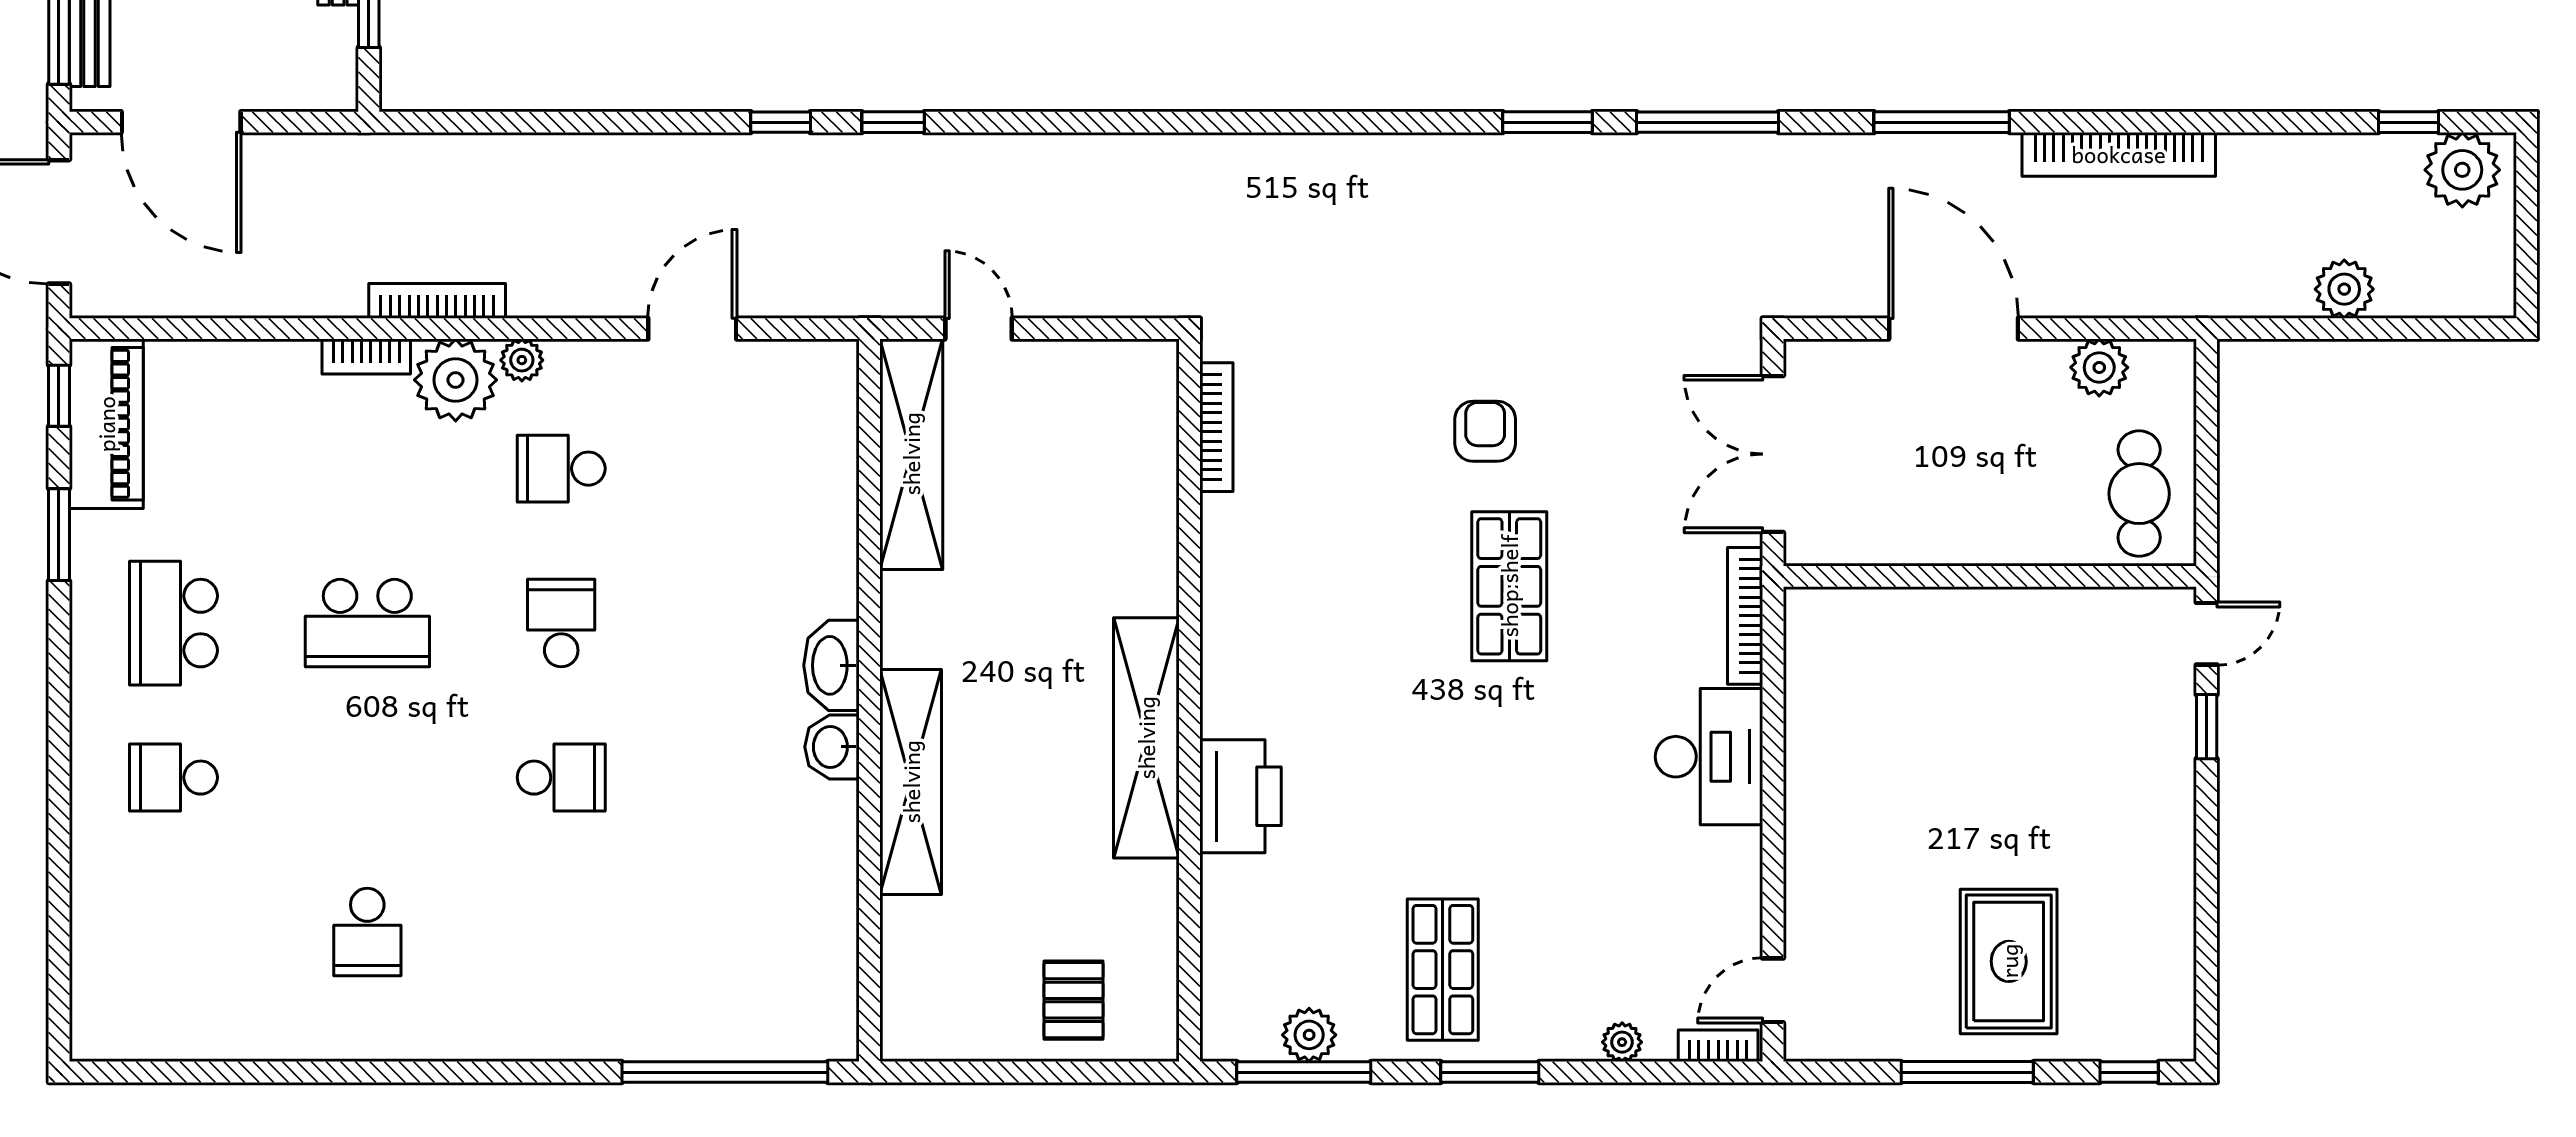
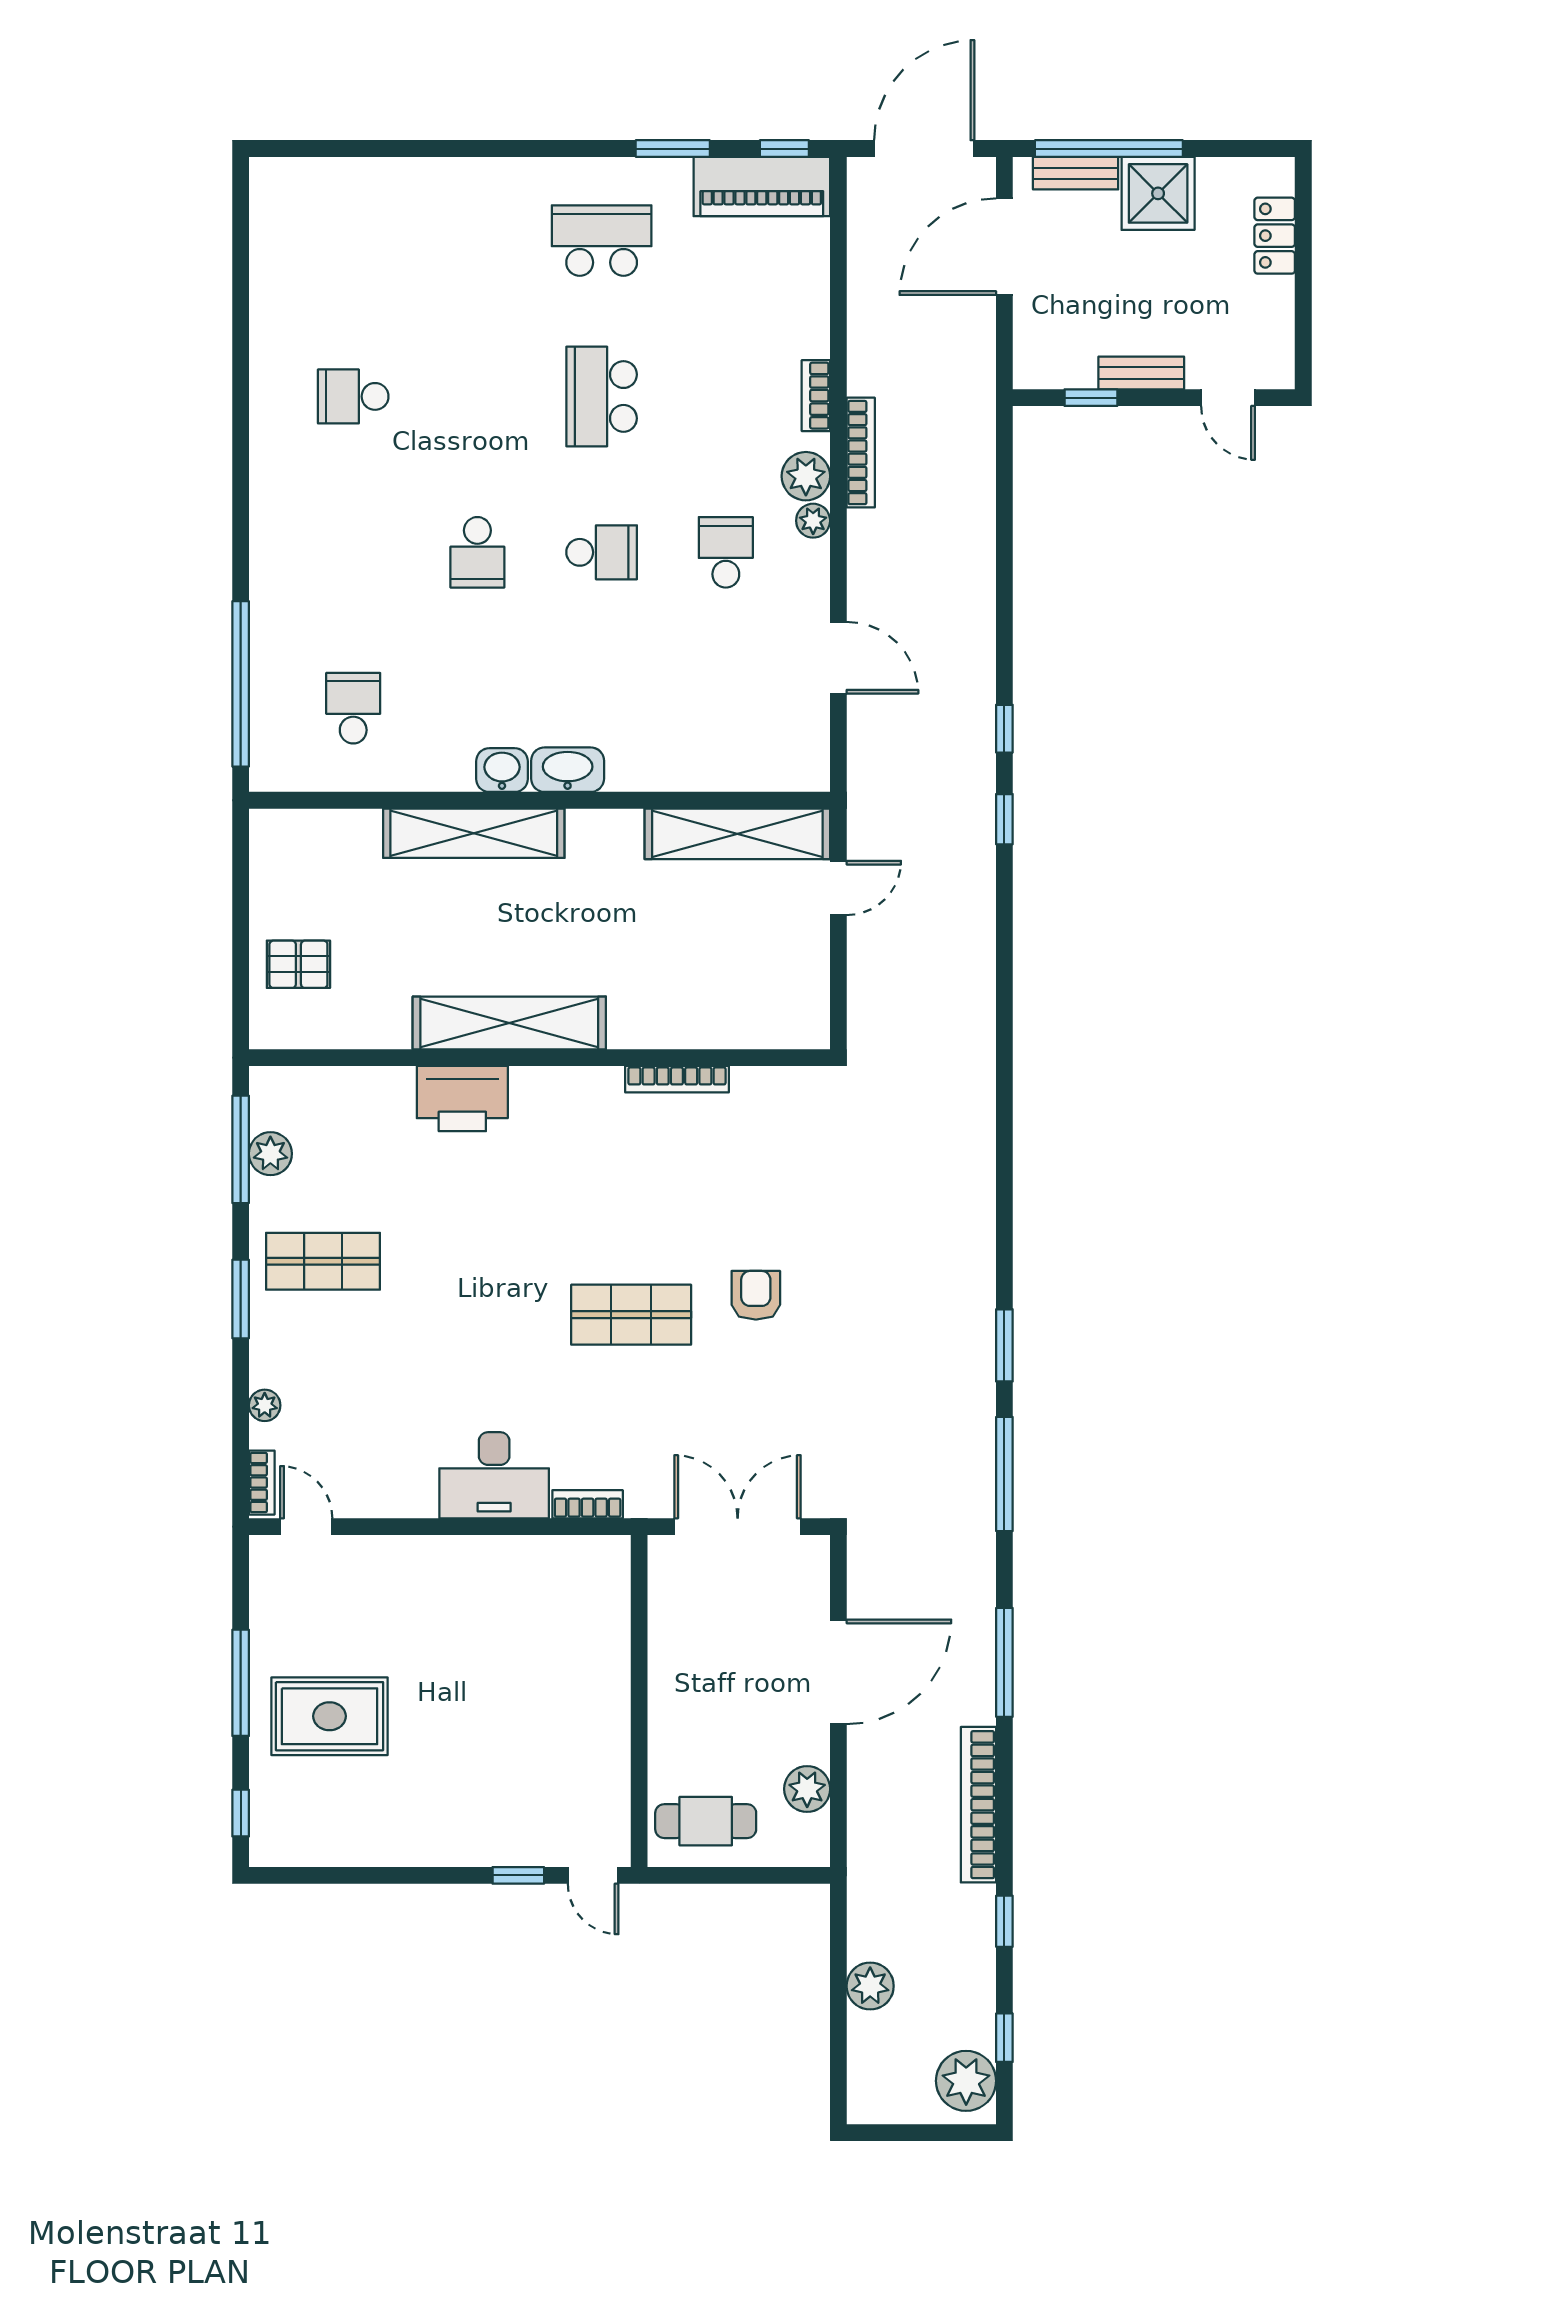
window: (2264, 122) -> (1004, 1921), added
plant: (456, 380) -> (806, 476), width x0.73, depth x0.73
bookcase: (1216, 427) -> (677, 1079), moved
armchair: (1485, 431) -> (756, 1295), turned -90
bookcase: (1745, 616) -> (588, 1504), width x0.64
school desk: (173, 778) -> (353, 708), moved

